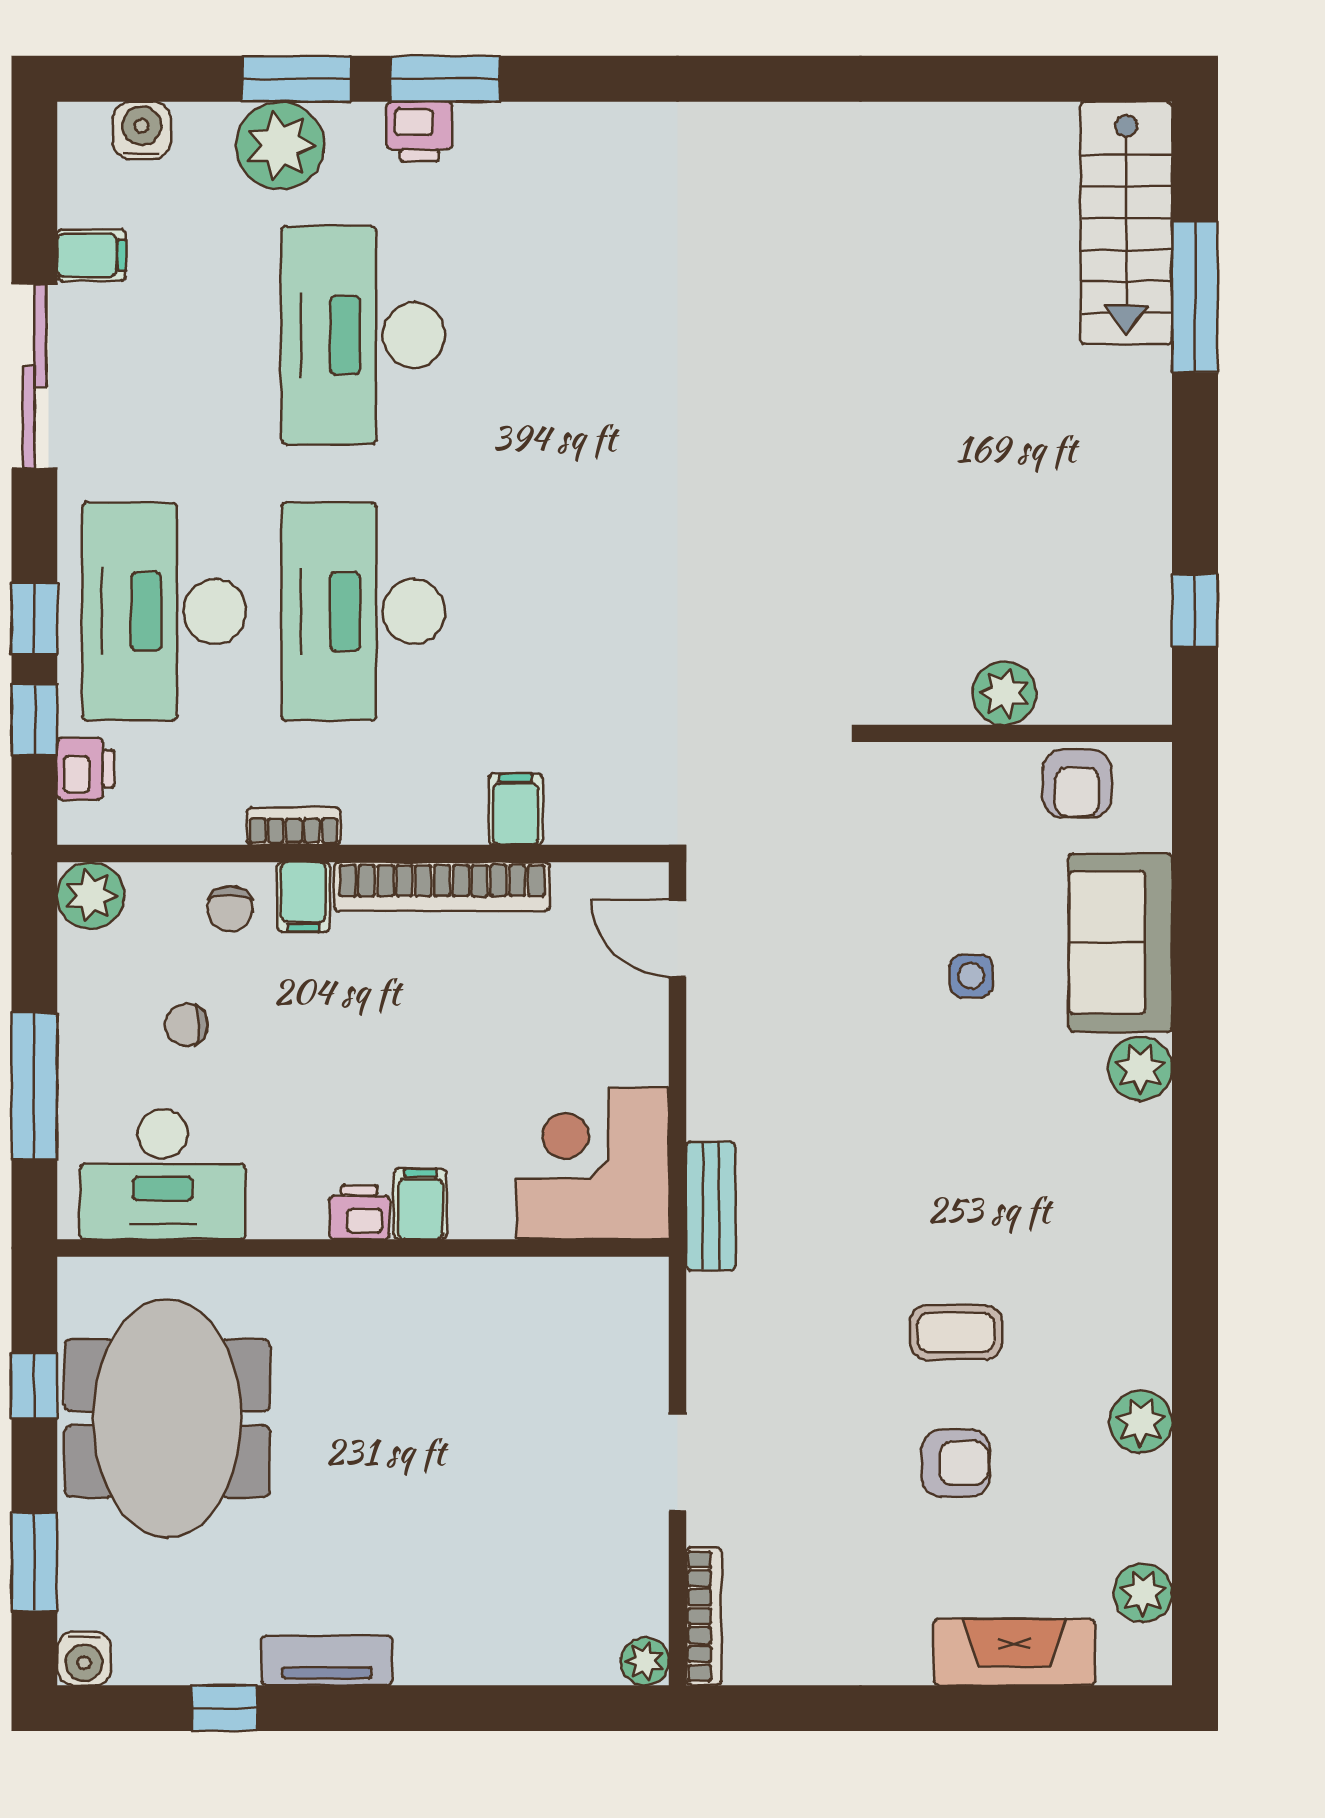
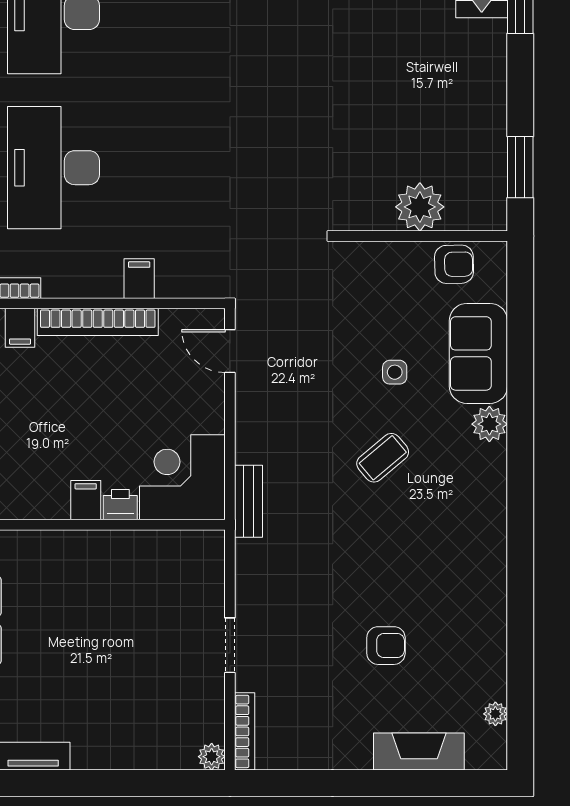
window: (1195, 610) -> (520, 167), width x1.50
plant: (1004, 693) -> (420, 207), width x1.36, depth x1.36
armchair: (1077, 784) -> (454, 264), turned -91
printer: (359, 1212) -> (120, 505), moved
coffee table: (956, 1332) -> (383, 458), moved, turned -40
plant: (1141, 1422) -> (490, 622), removed
plant: (1143, 1593) -> (495, 714), width x0.73, depth x0.73

